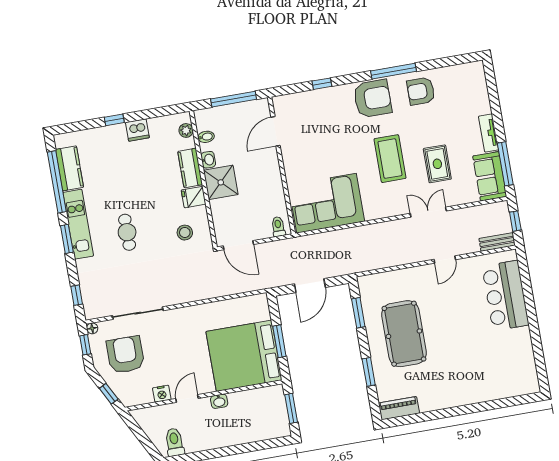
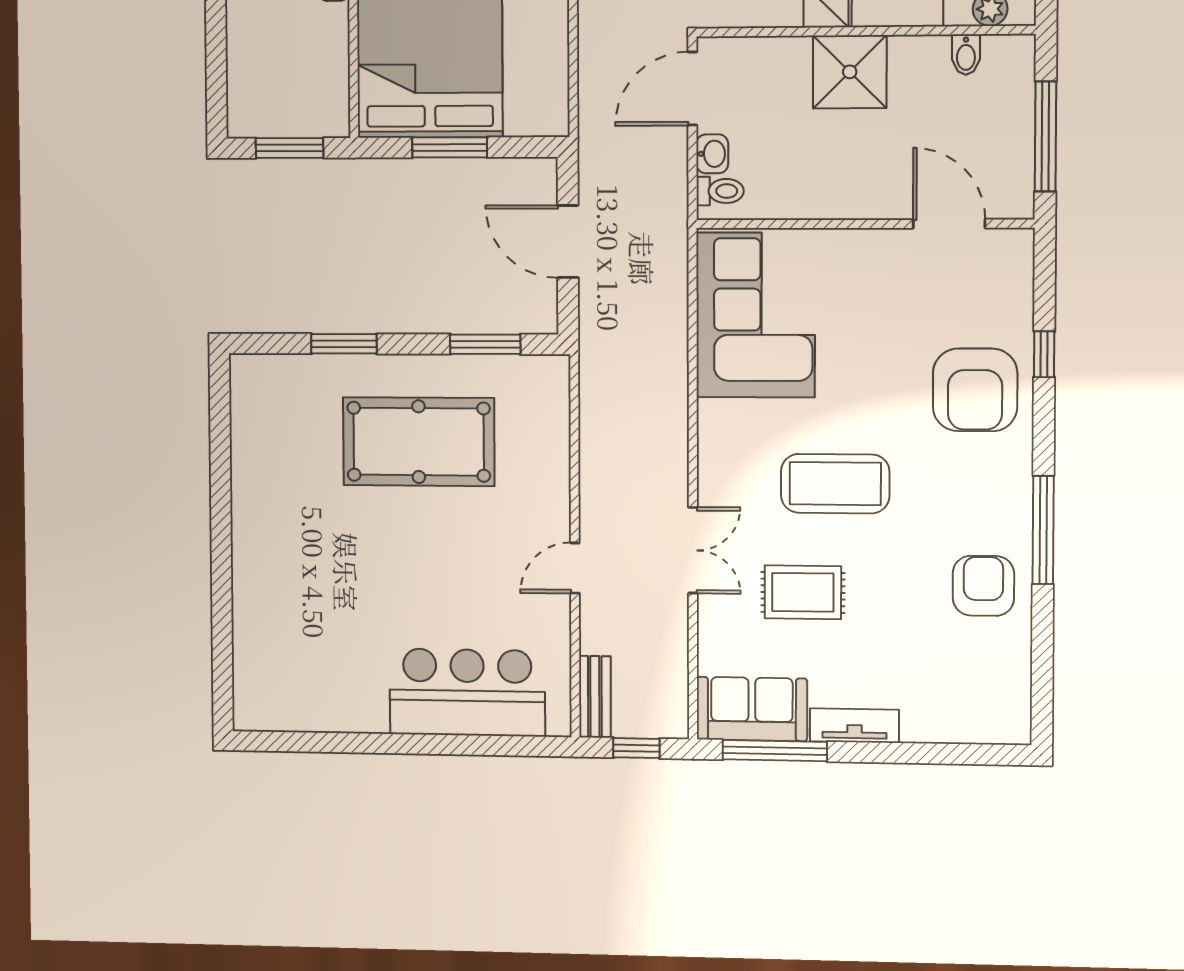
armchair: (373, 99) -> (975, 390), moved
washbasin: (208, 160) -> (712, 154), moved, turned -90
door: (445, 260) -> (575, 568), hinge flipped
piano: (399, 408) -> (249, 399), removed

